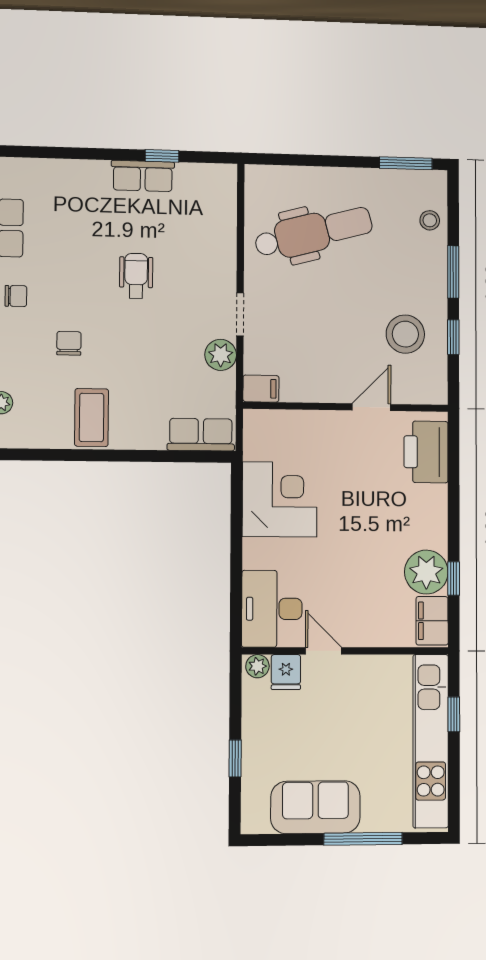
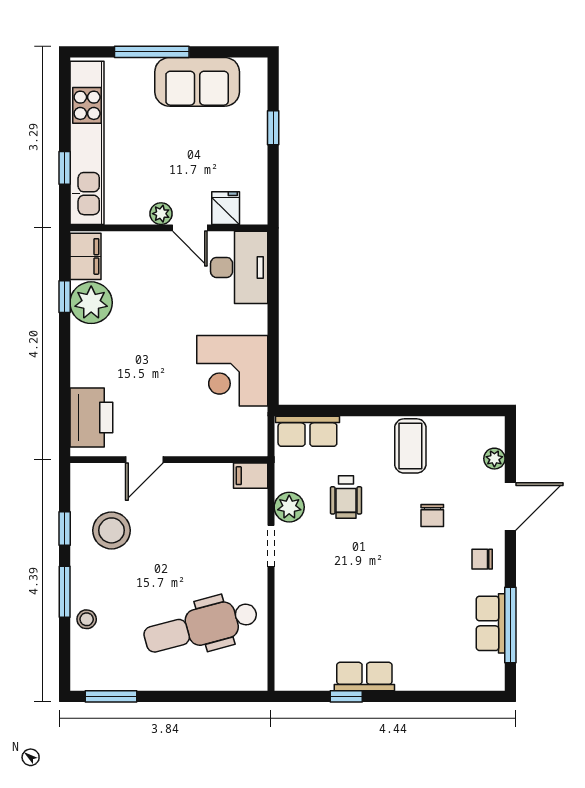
stool: (430, 220) -> (87, 619), moved
wheelchair: (136, 276) -> (346, 497), moved
plant: (257, 666) -> (161, 214), moved

